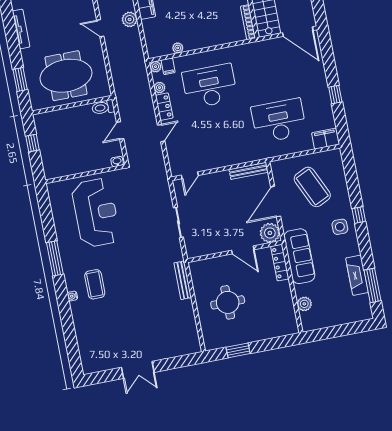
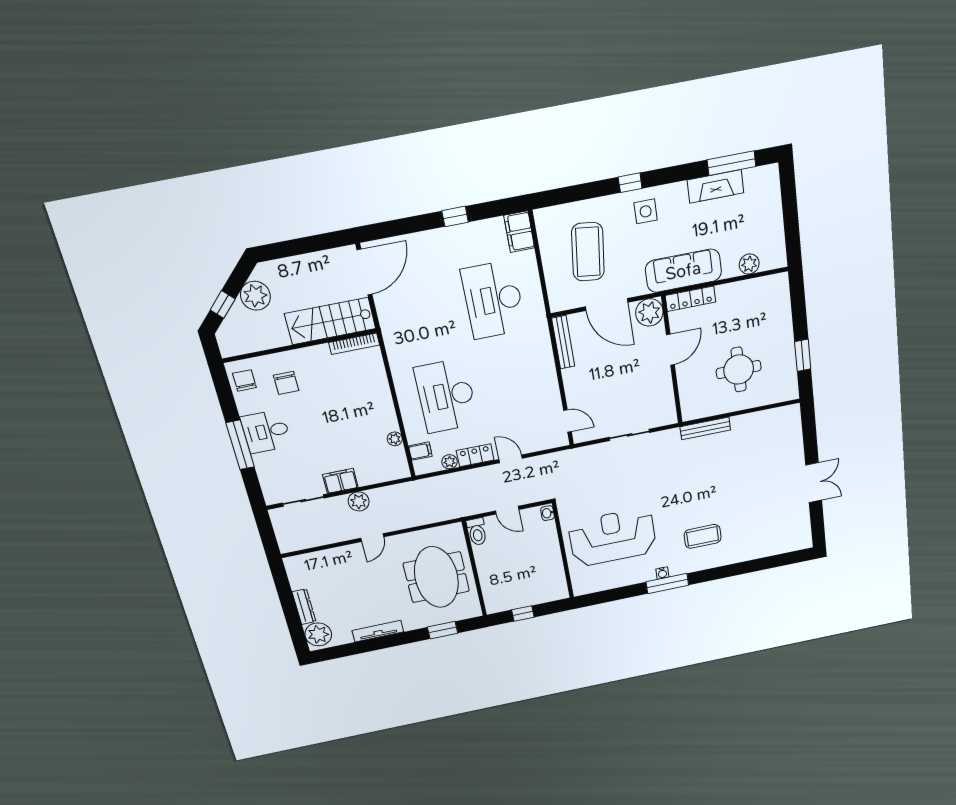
plant: (156, 67) -> (421, 467), removed
coffee table: (312, 187) -> (588, 252), turned -58
water cooler: (72, 296) -> (662, 573), moved

